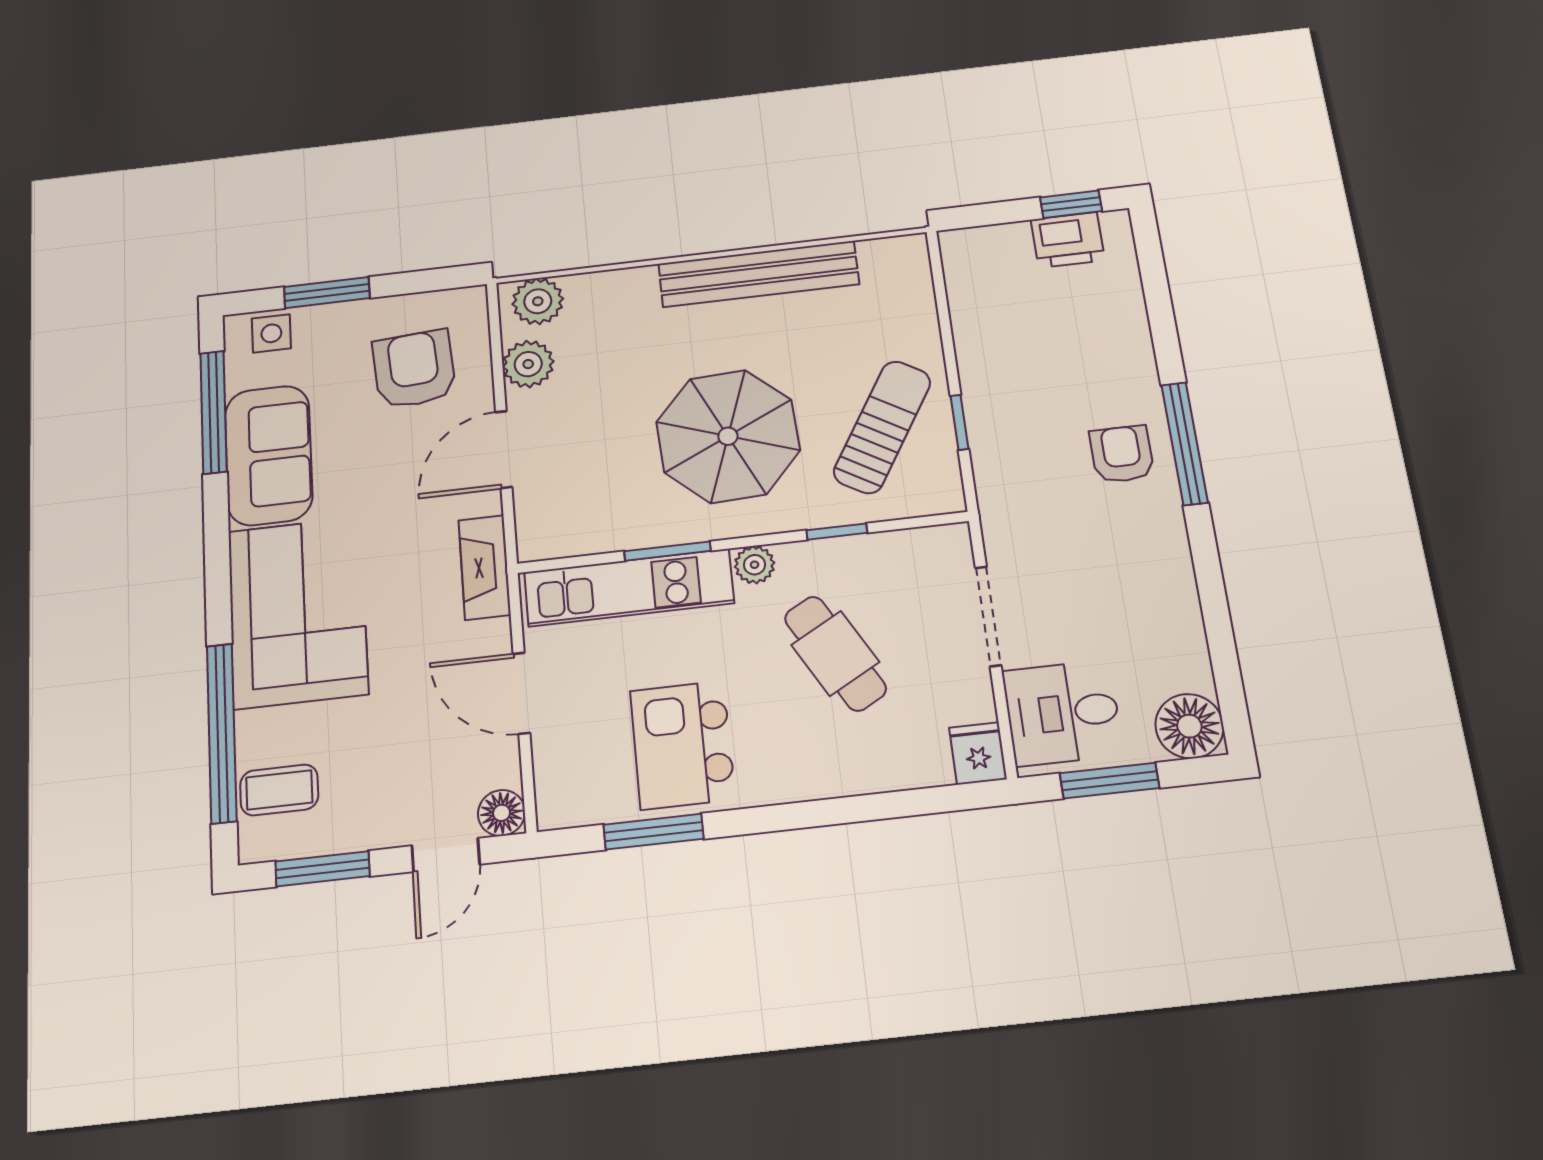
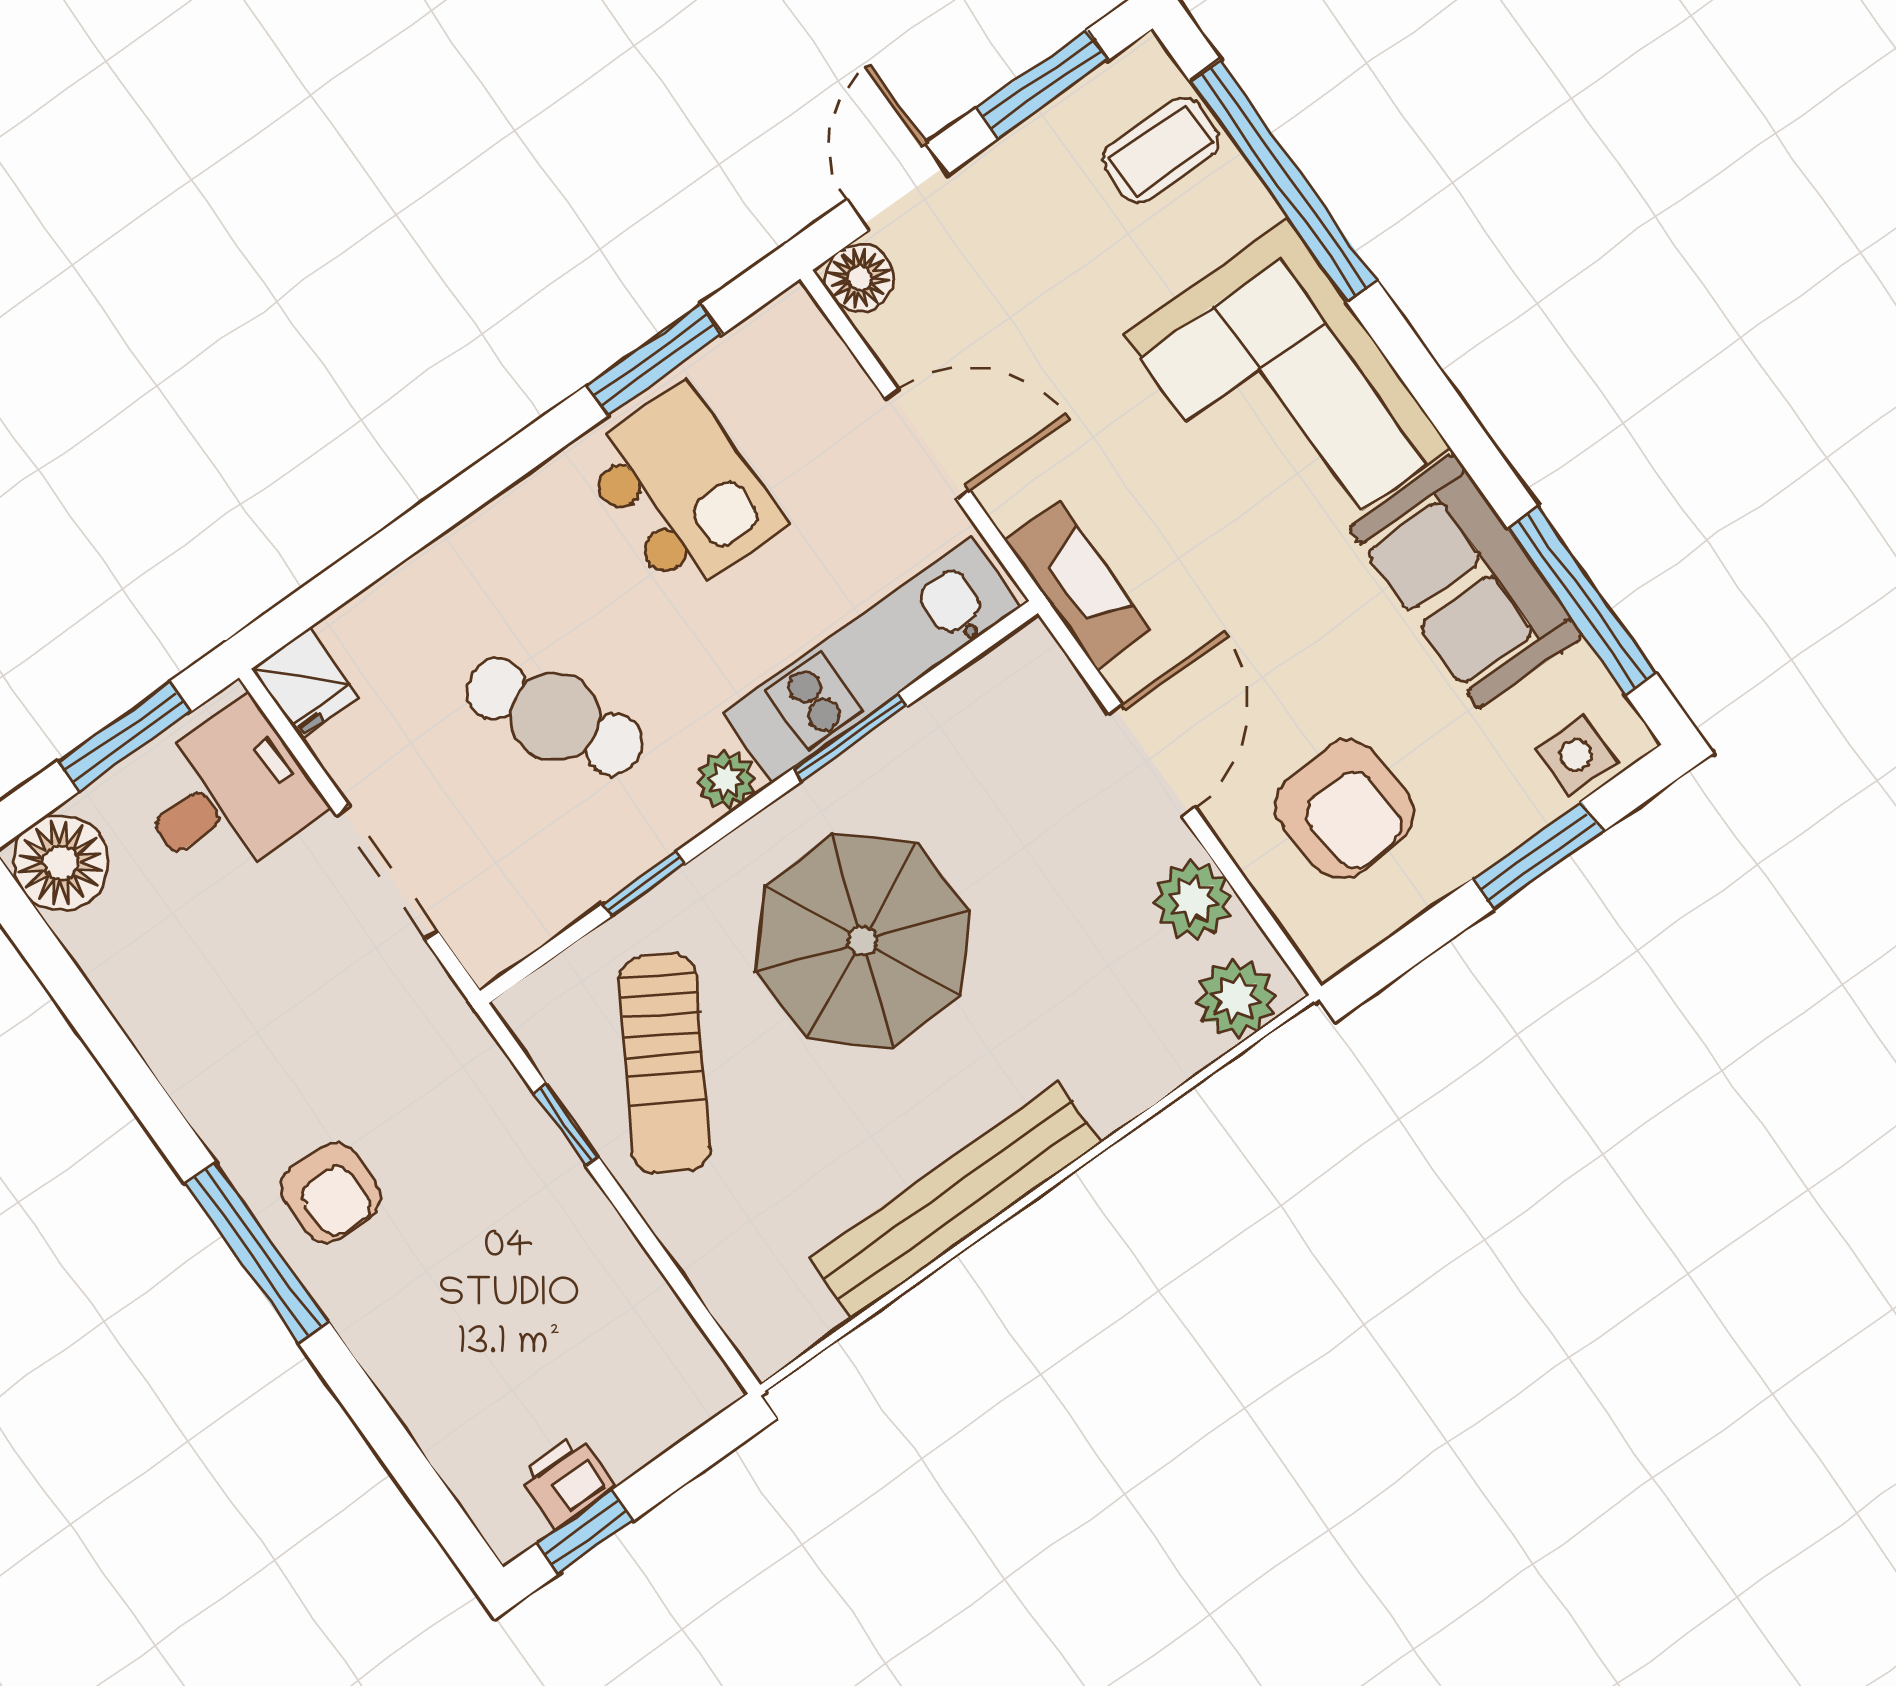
printer: (1068, 240) -> (567, 1481), width x0.73, depth x0.81

